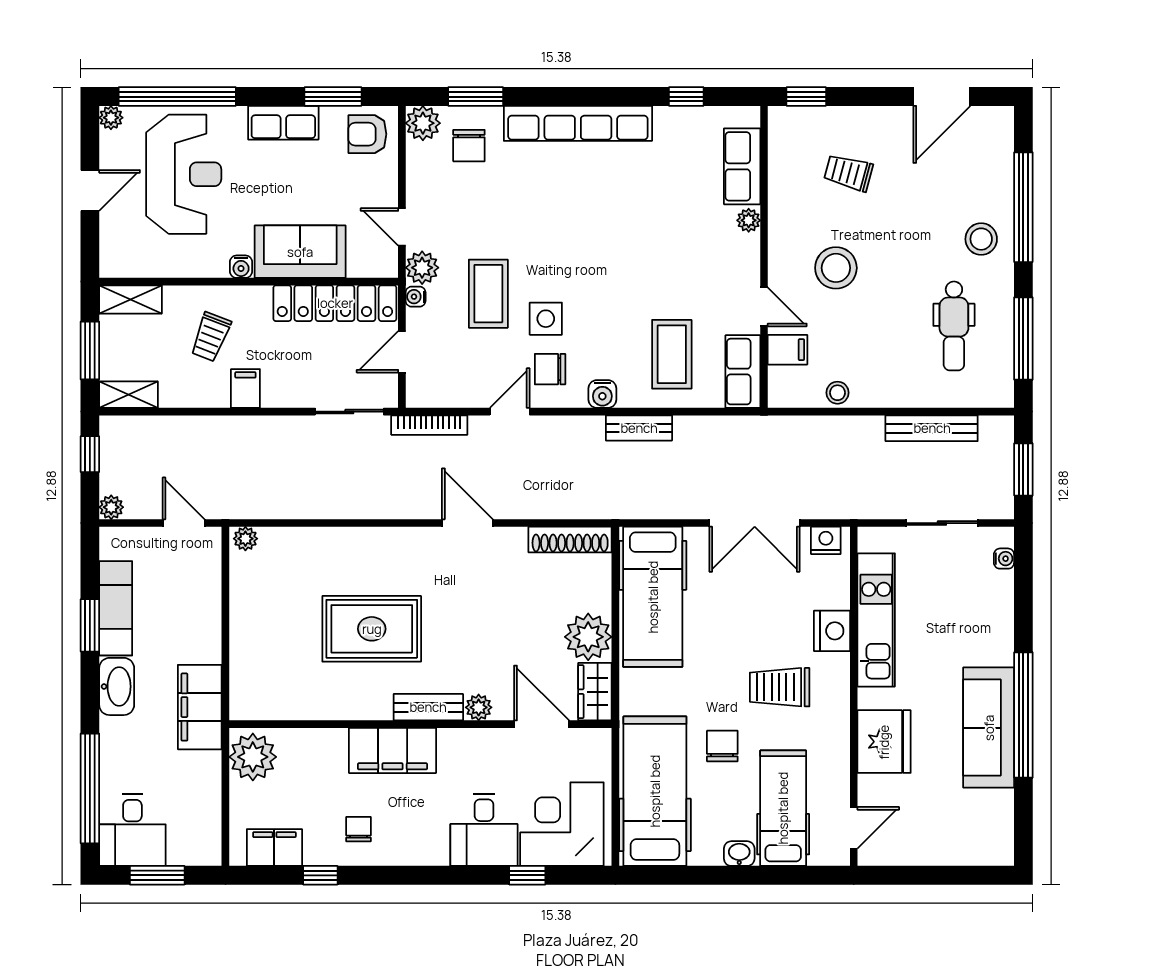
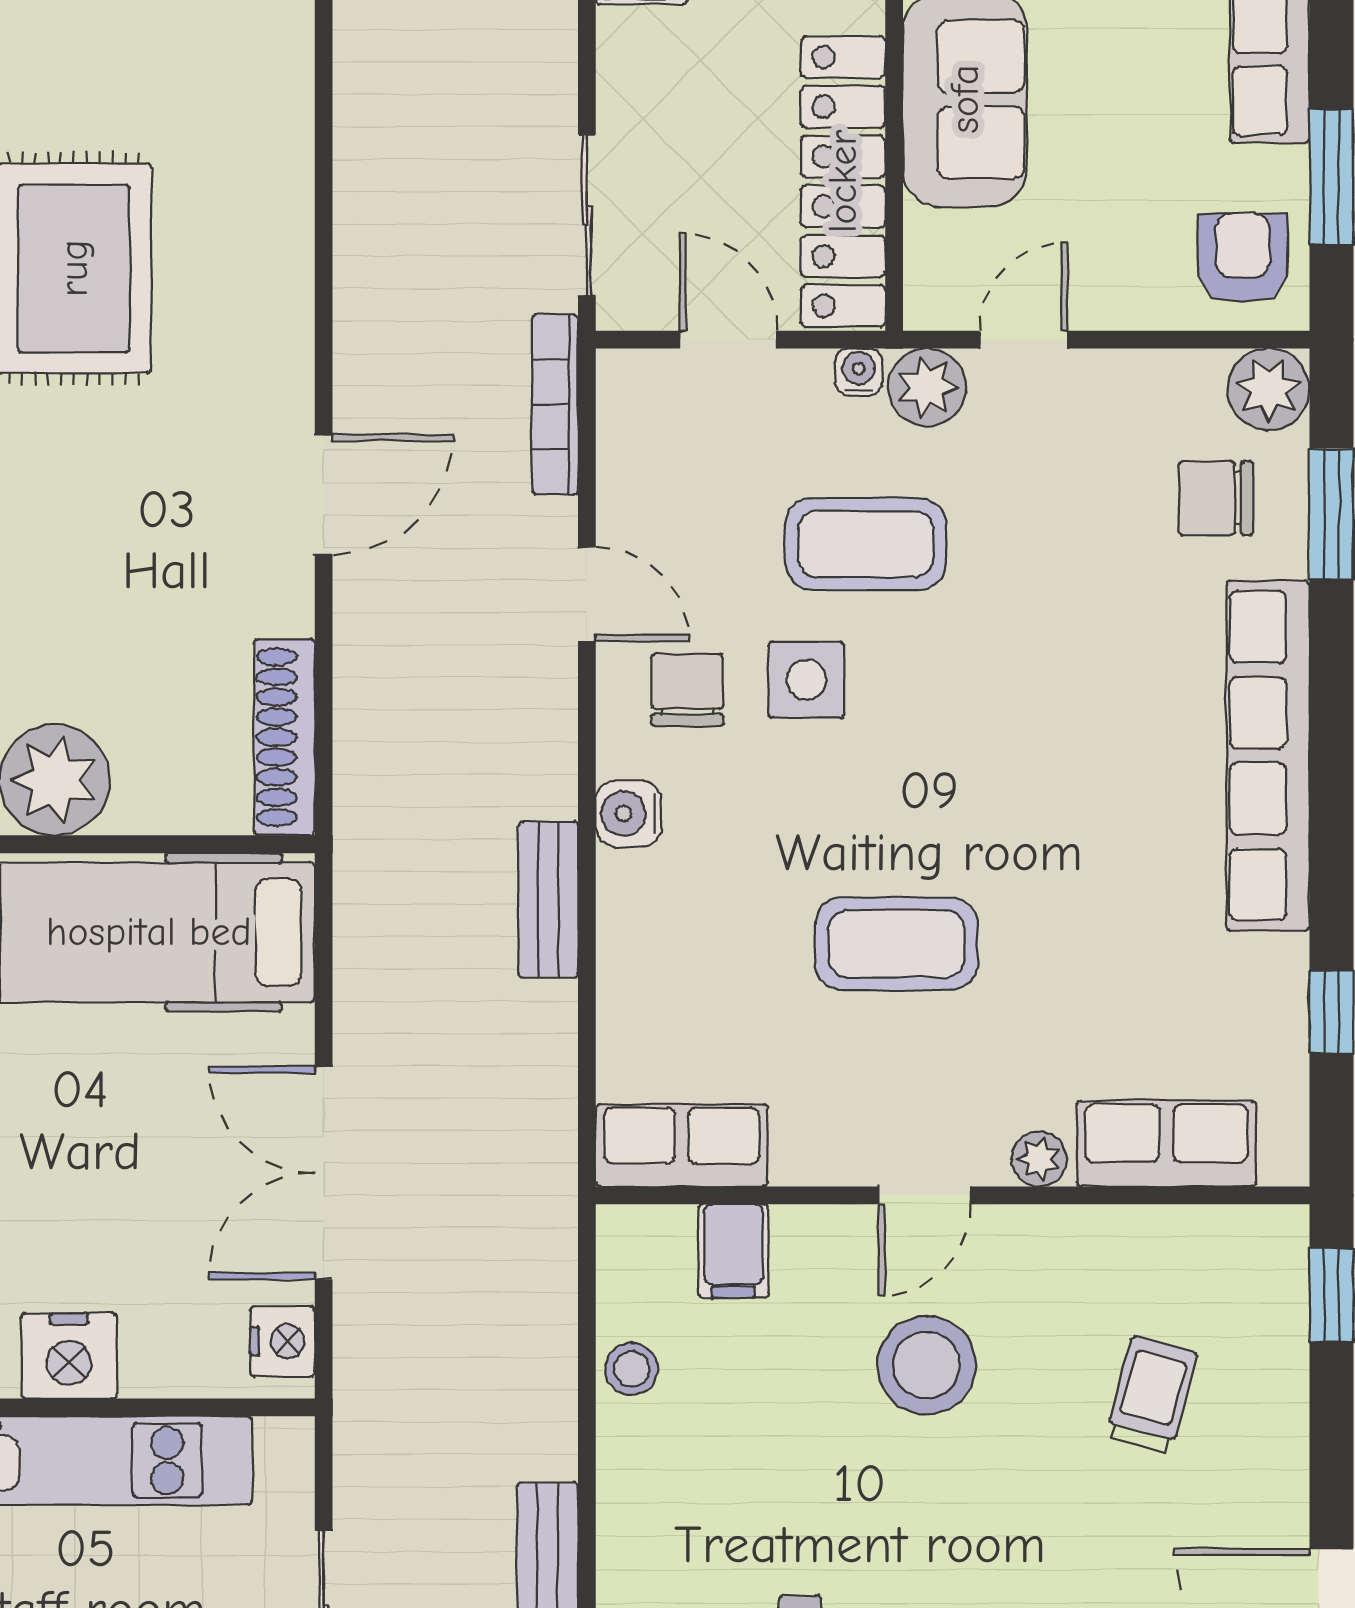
door: (764, 307) -> (924, 1195), moved
coffee table: (672, 354) -> (897, 944), moved

